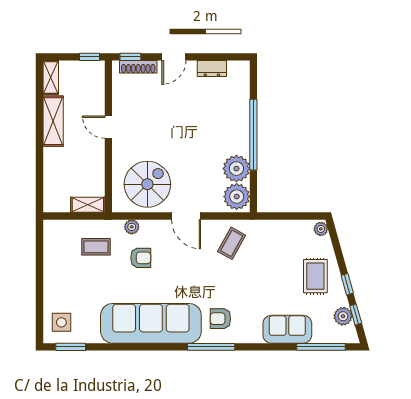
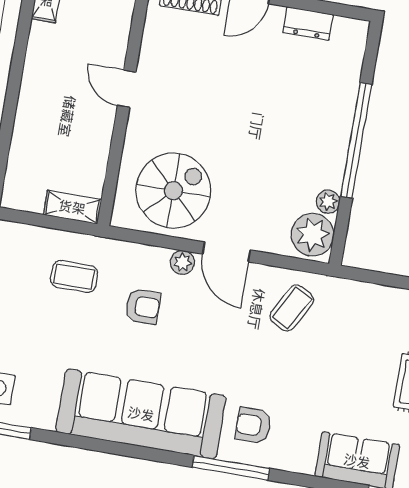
shelving: (53, 121) -> (40, 64), removed
plant: (236, 169) -> (328, 202), width x0.53, depth x0.53
plant: (132, 227) -> (182, 262), moved

